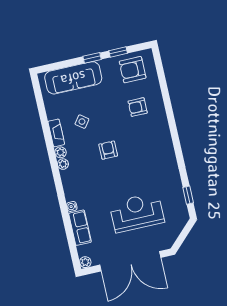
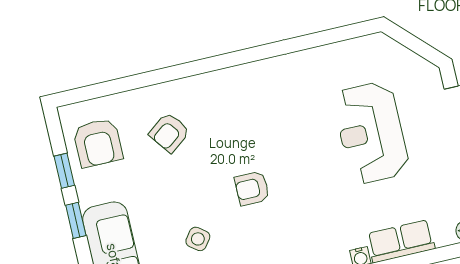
armchair: (138, 107) -> (169, 133), turned 53
window: (188, 195) -> (337, 35), removed

